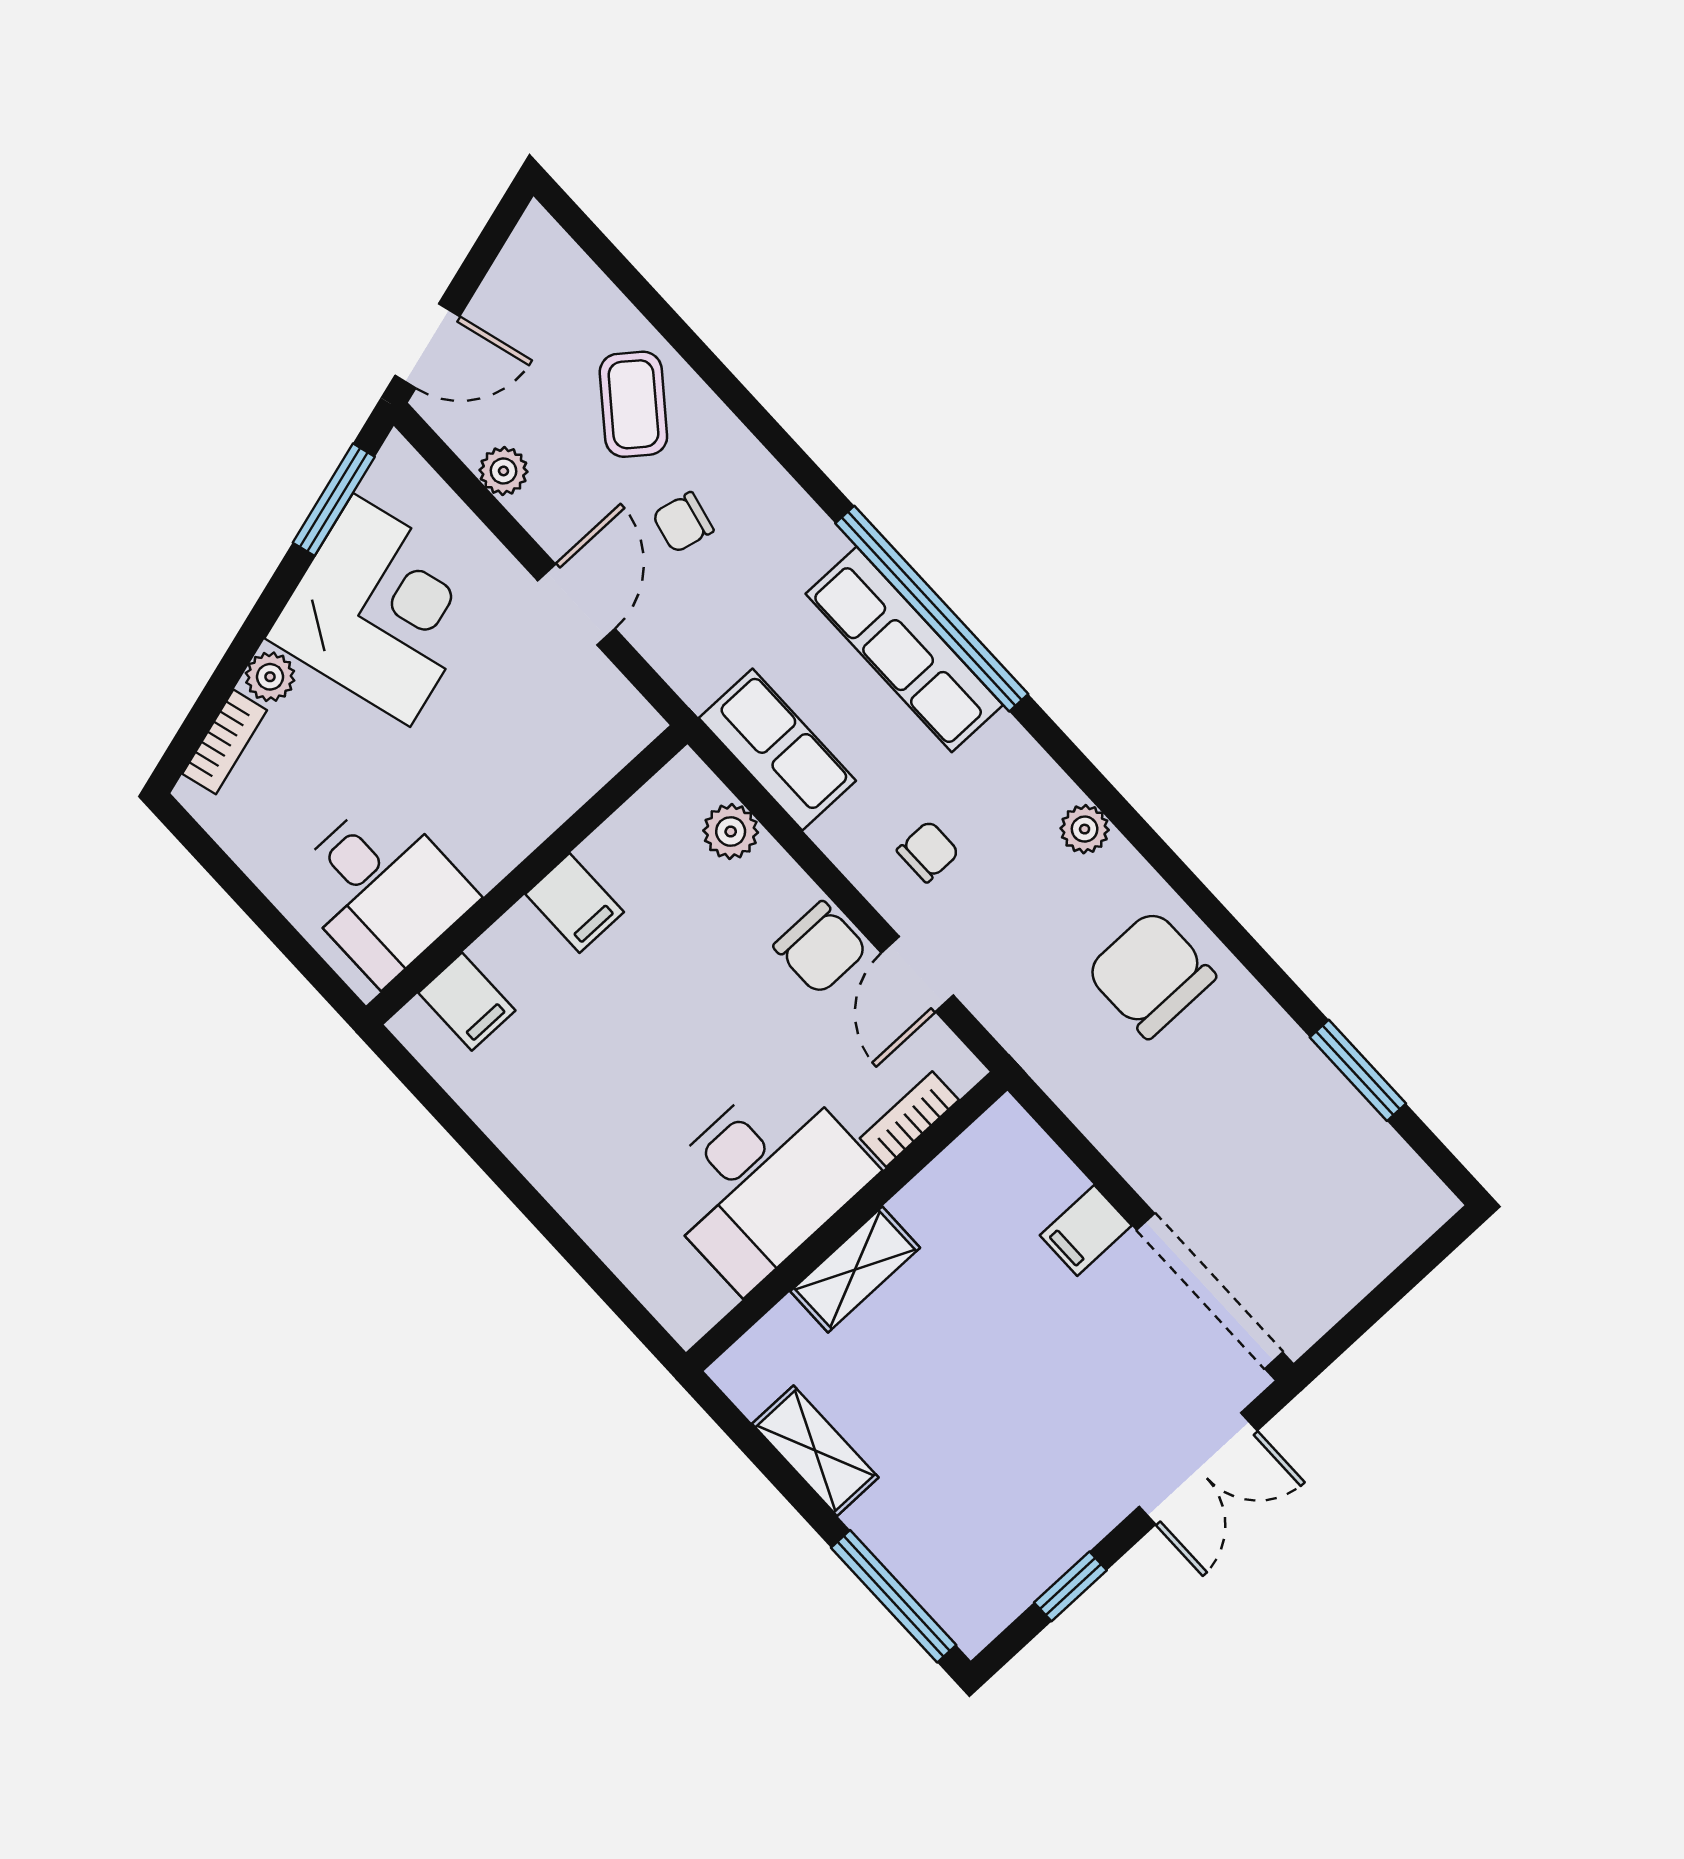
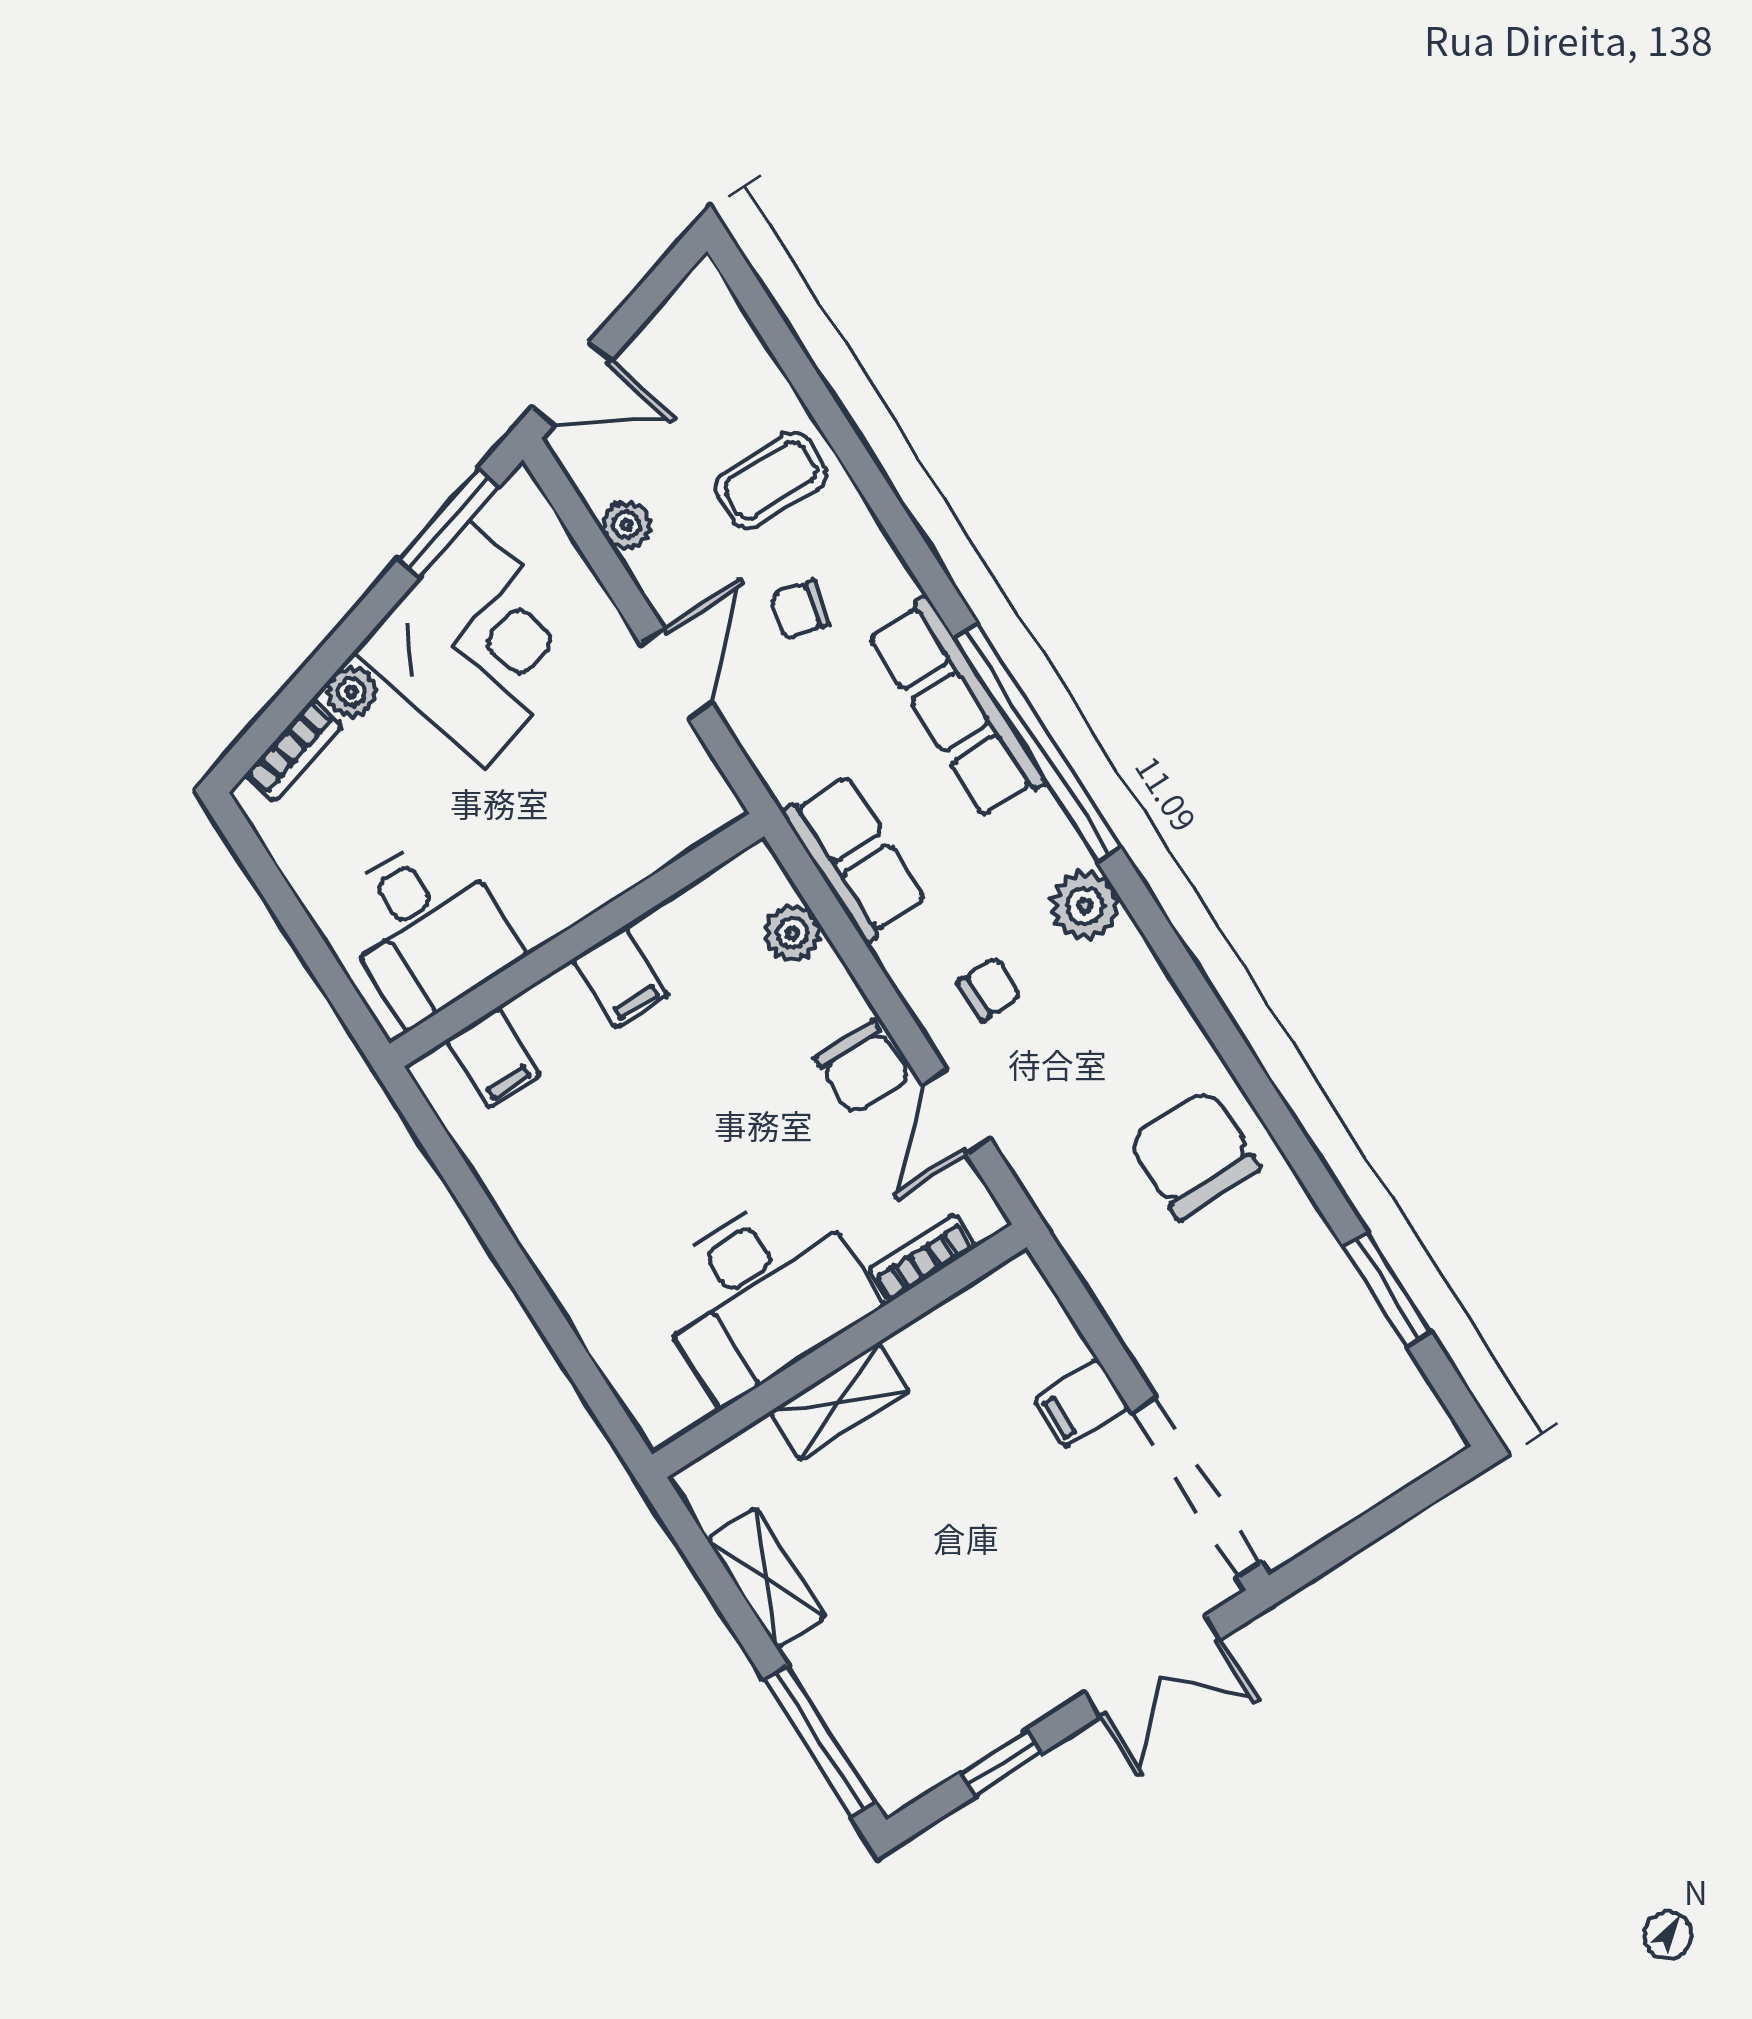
coffee table: (633, 404) -> (771, 481), turned 52
row of seats: (904, 649) -> (956, 708), moved
plant: (1085, 829) -> (1085, 906), moved, width x1.38, depth x1.38

